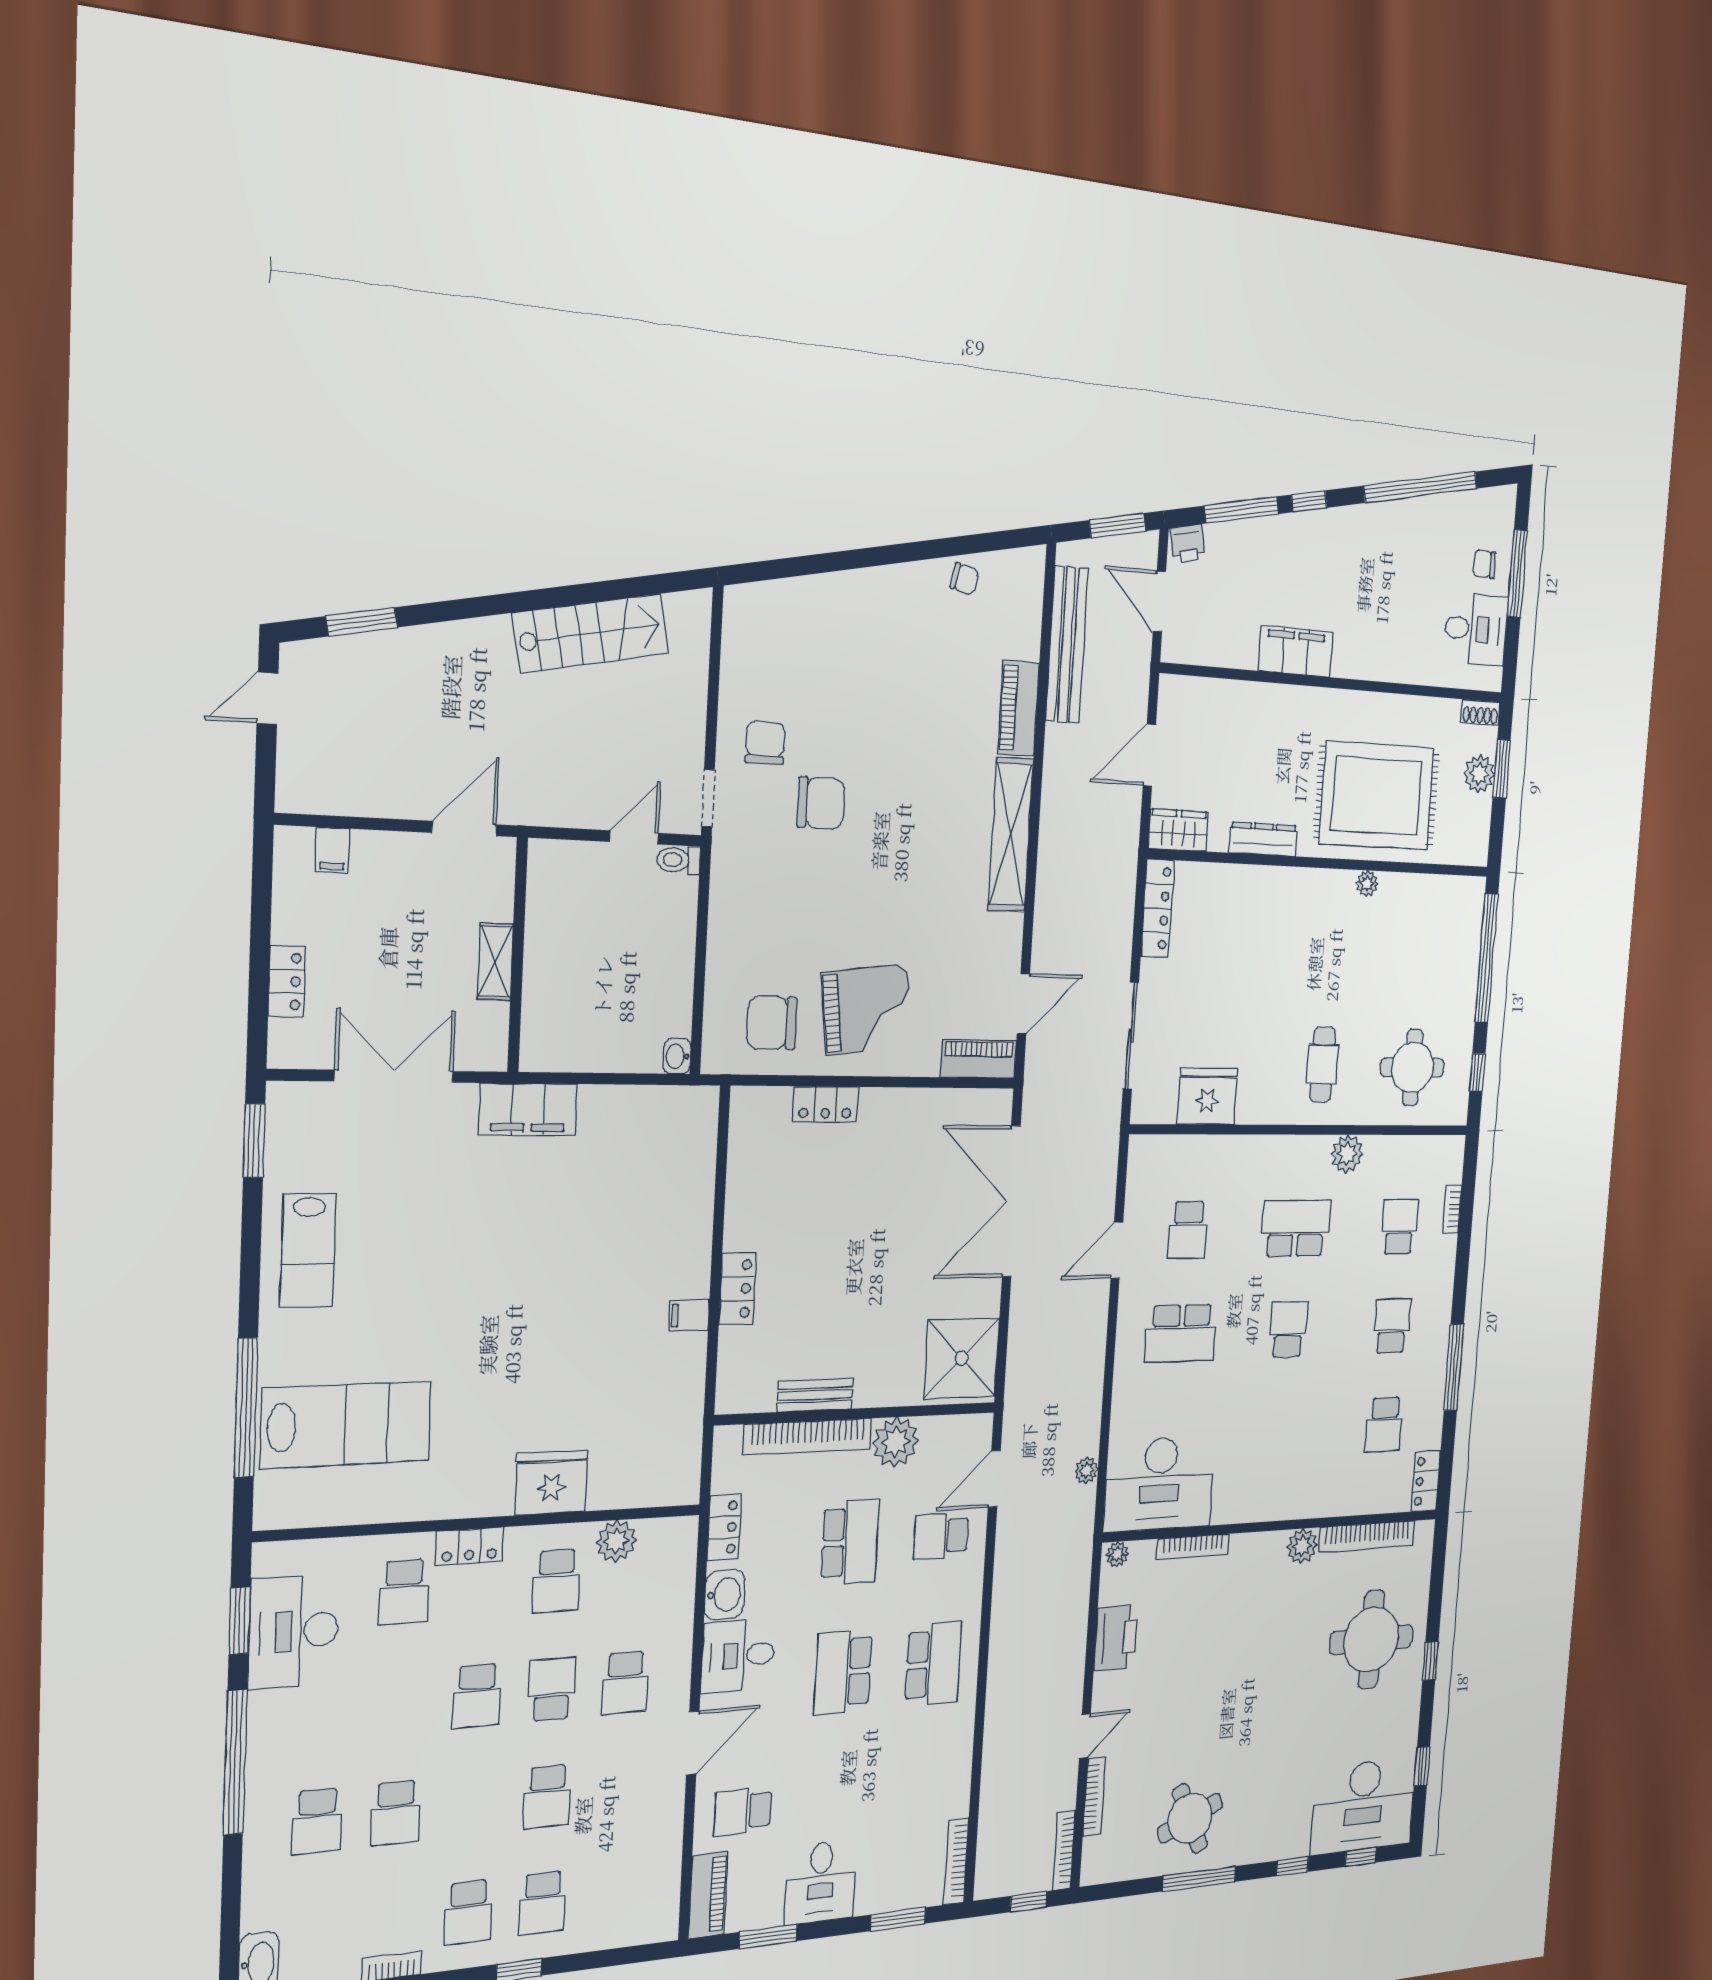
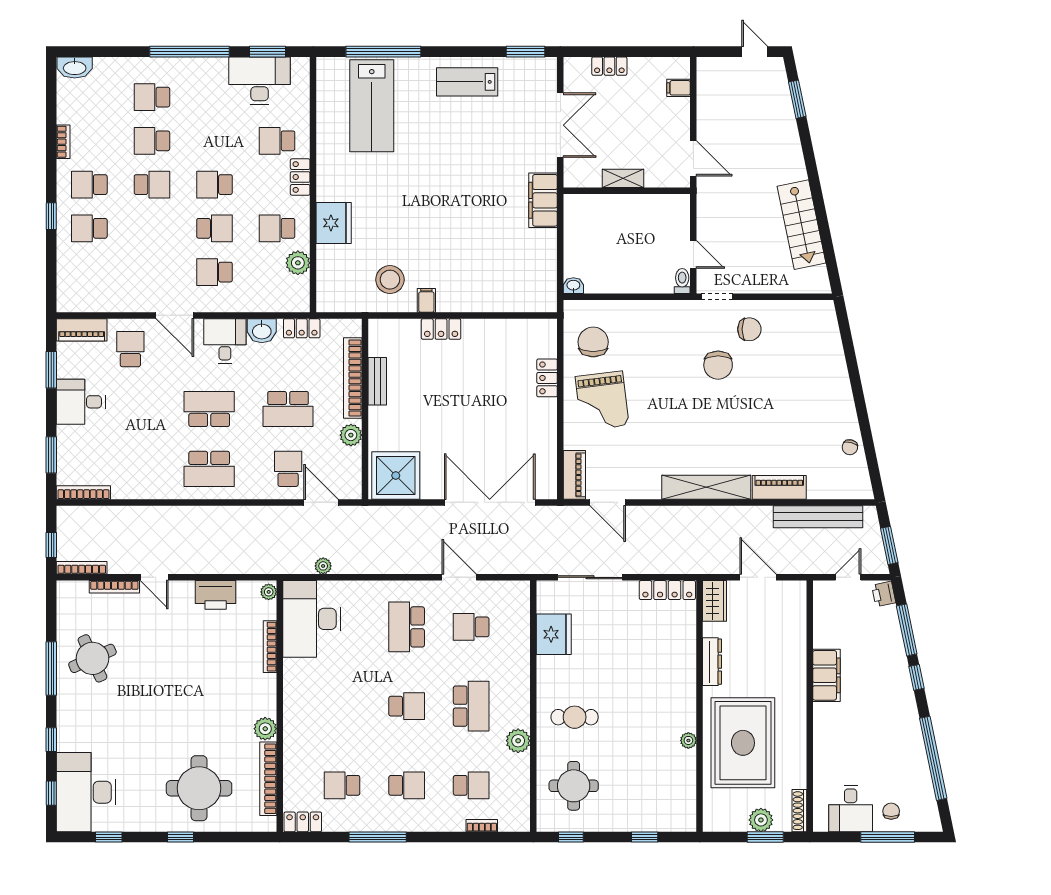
door: (1159, 602) -> (848, 577), width x0.73
shoe rack: (1480, 712) -> (799, 811), width x1.43
window: (1486, 958) -> (645, 837), width x0.32
stool: (652, 1380) -> (390, 280), added
plant: (896, 1442) -> (351, 435), width x0.73, depth x0.73
school desk: (547, 1797) -> (152, 185), moved, turned 180

